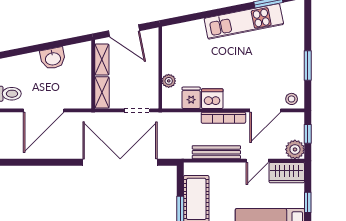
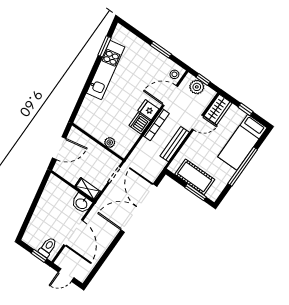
washbasin: (53, 58) -> (82, 203), moved, turned 101
shelving: (102, 60) -> (67, 174), removed
fridge: (191, 98) -> (148, 110), moved
door: (265, 110) -> (170, 96), swing flipped
plant: (295, 149) -> (197, 87), moved
door: (257, 161) -> (198, 122), hinge flipped

